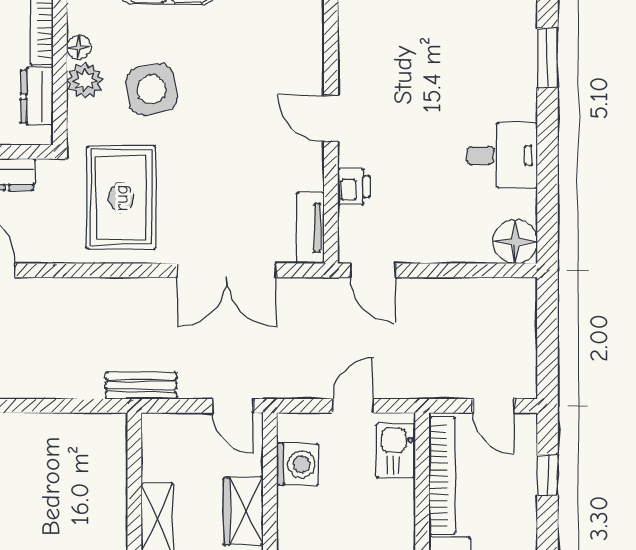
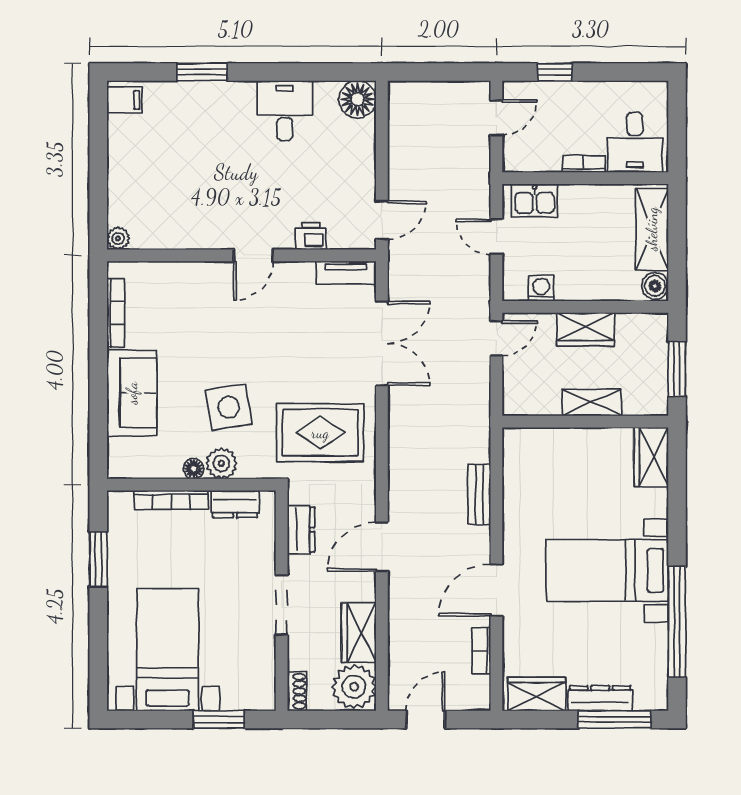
bench: (141, 385) -> (479, 494), moved
washing machine: (297, 464) -> (541, 288), width x0.73, depth x0.73
bookcase: (442, 476) -> (584, 164), width x0.43, depth x0.76

